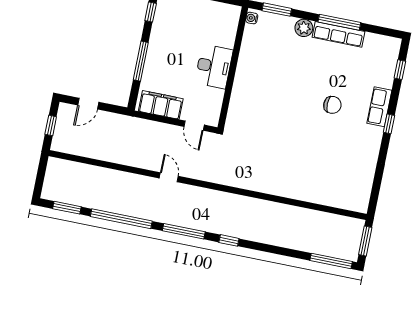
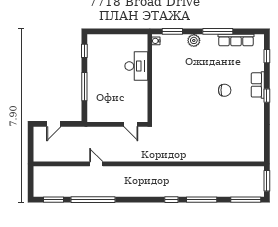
row of seats: (338, 34) -> (236, 40), moved
desk: (214, 66) -> (136, 66), moved
filing cabinet: (161, 105) -> (105, 114), removed
window: (51, 126) -> (31, 144), removed
door: (169, 177) -> (96, 164), moved
window: (184, 231) -> (202, 200), moved

